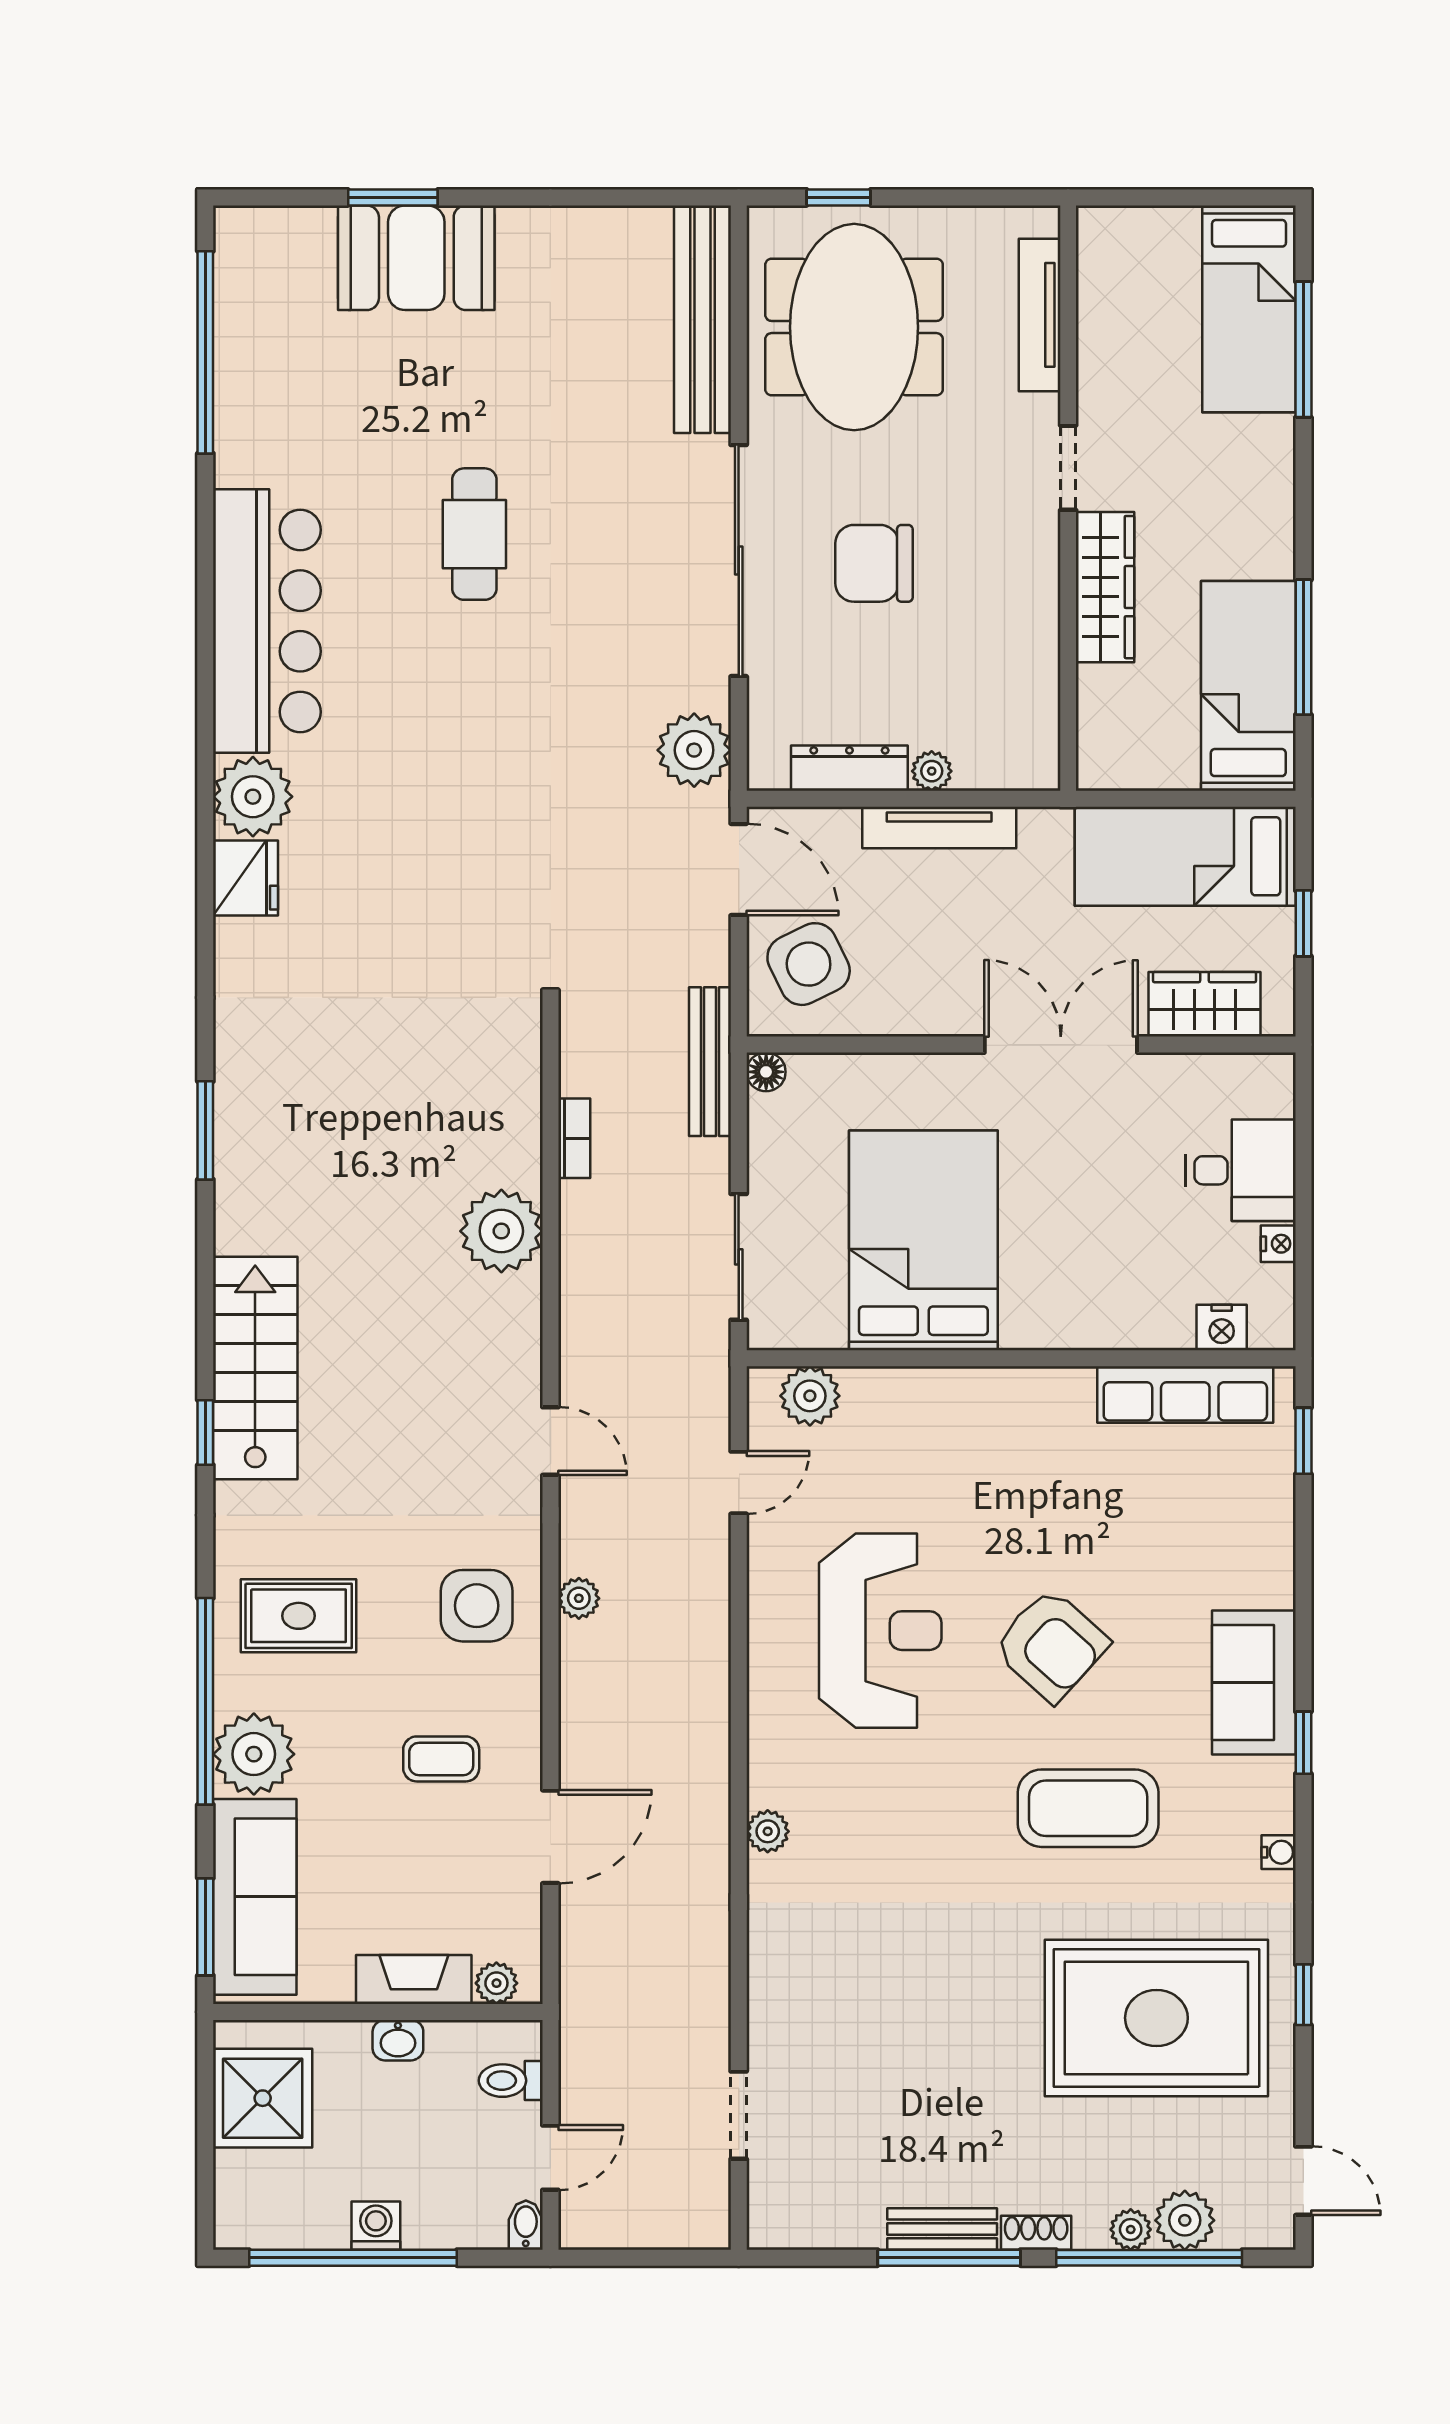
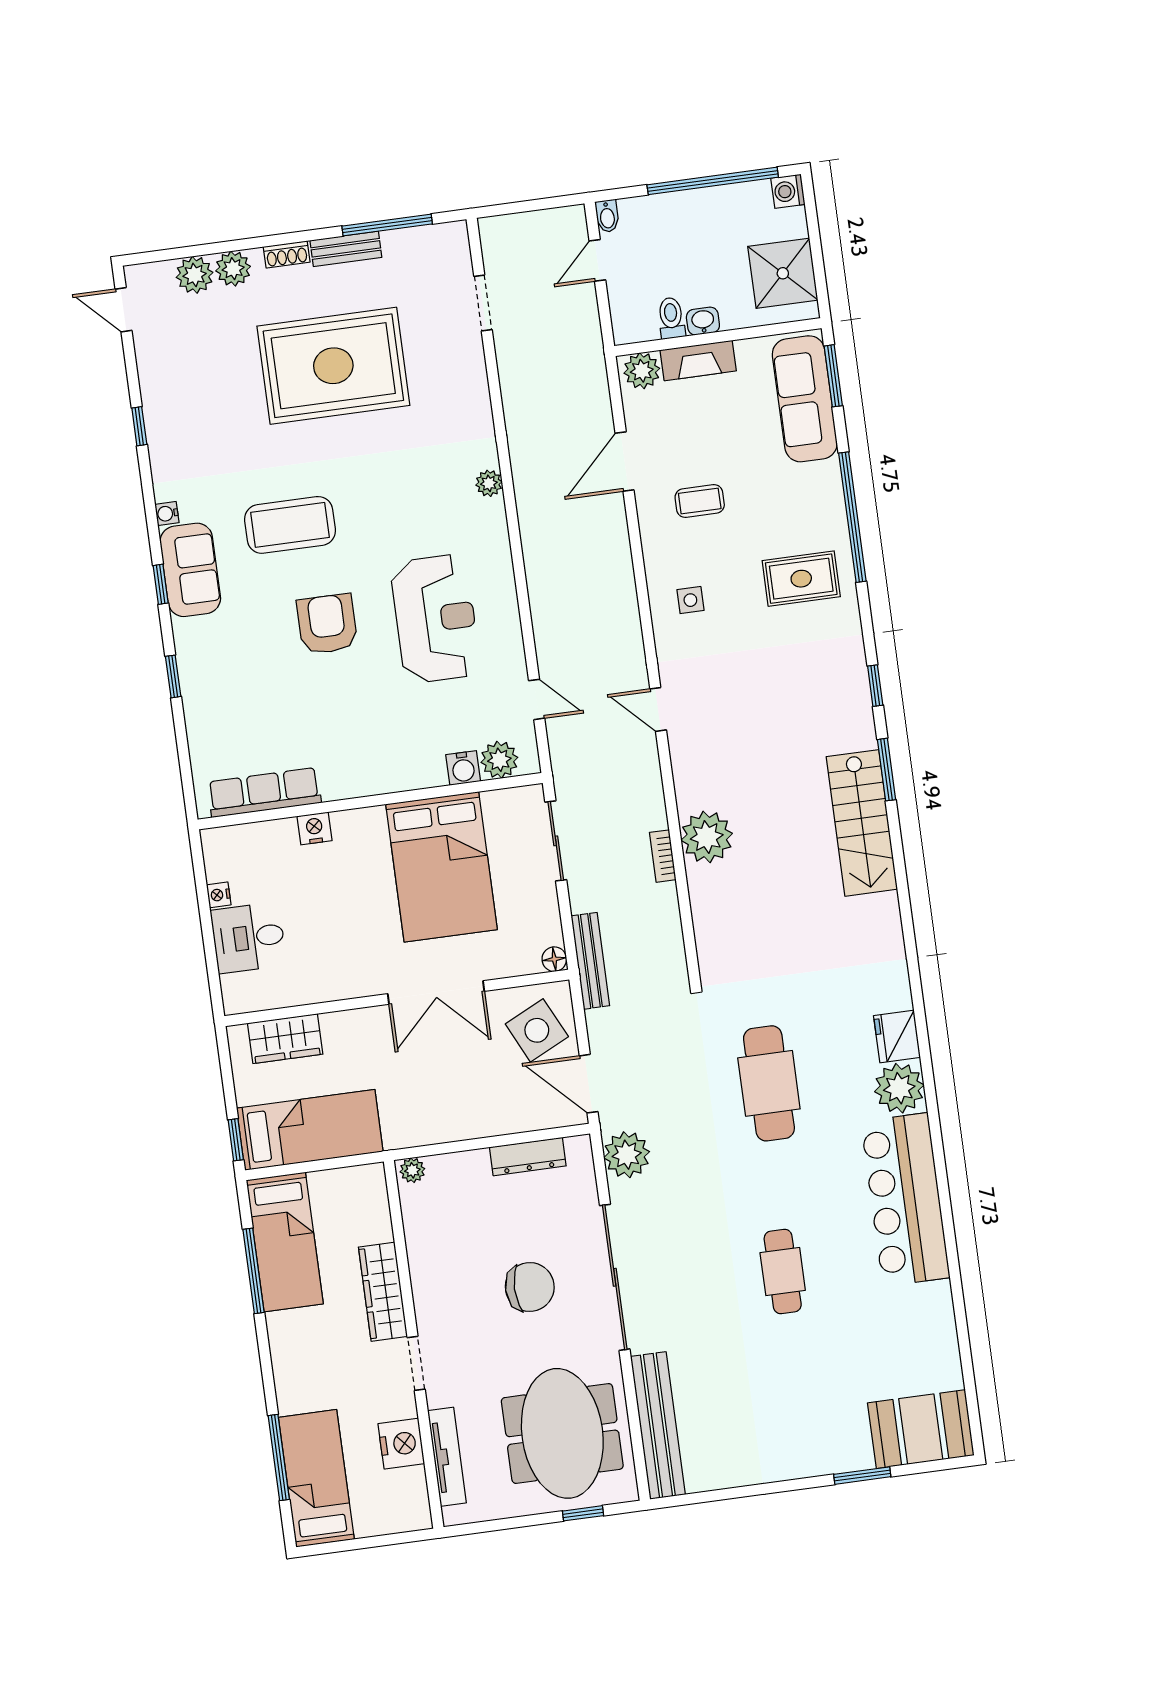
booth: (416, 258) -> (921, 1429), moved
nightstand: (1108, 345) -> (401, 1444), added
window: (205, 352) -> (967, 1363), removed
plant: (932, 771) -> (412, 1170), moved
tv unit: (939, 827) -> (466, 1127), removed
cafe table: (456, 832) -> (769, 1083), added
window: (1303, 923) -> (236, 1140), moved
double door: (1061, 1045) -> (436, 993), moved
window: (205, 1130) -> (887, 770), moved
bookcase: (574, 1138) -> (663, 856), moved
nightstand: (1222, 1327) -> (314, 828), moved
stairs: (255, 1368) -> (862, 823), moved
water cooler: (868, 1391) -> (463, 768), added
window: (1303, 1441) -> (173, 676), moved
door: (739, 1483) -> (537, 699), swing flipped
plant: (579, 1598) -> (627, 613), removed
side table: (477, 1606) -> (690, 600), width x0.54, depth x0.54
reception desk: (880, 1631) -> (435, 619), turned 180
armchair: (1051, 1645) -> (327, 624), turned 48
sofa: (1254, 1683) -> (190, 570), moved
plant: (254, 1754) -> (818, 488), removed
plant: (496, 1983) -> (642, 371), width x1.38, depth x1.38
rug: (1156, 2018) -> (333, 366), moved
toilet: (511, 2081) -> (671, 318), moved, turned -90
washing machine: (376, 2226) -> (788, 191), moved, turned 90
plant: (1131, 2230) -> (233, 269), width x1.38, depth x1.38
window: (949, 2258) -> (387, 225), moved
window: (1149, 2258) -> (214, 248), removed

